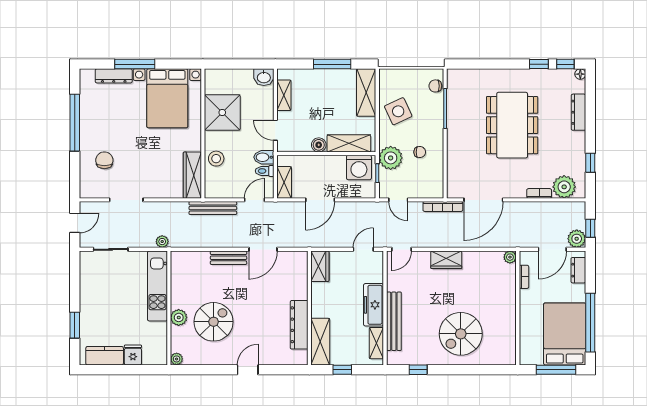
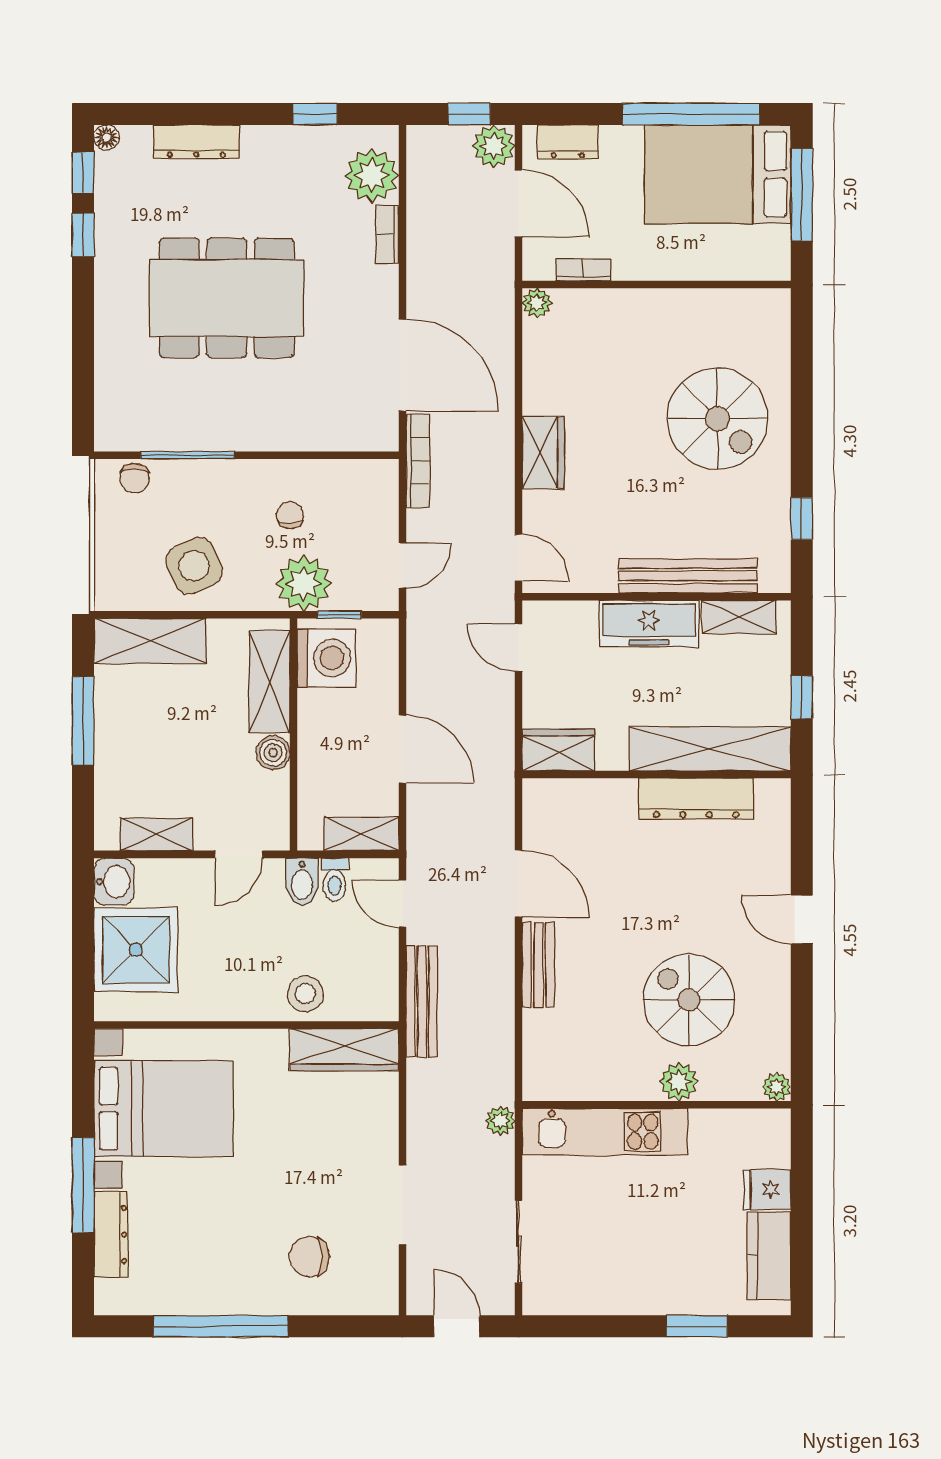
shower: (222, 112) -> (136, 950), moved
shelving: (320, 342) -> (710, 749), width x1.47

